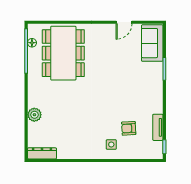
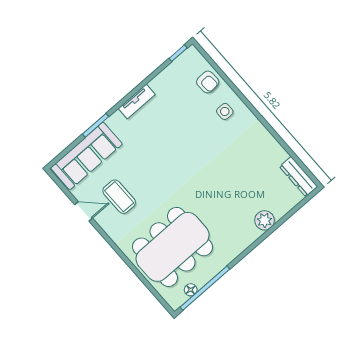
sofa: (152, 43) -> (86, 156), width x1.36
coffee table: (115, 48) -> (119, 197), added
tv unit: (158, 127) -> (137, 101), moved
armchair: (129, 128) -> (208, 82), moved

